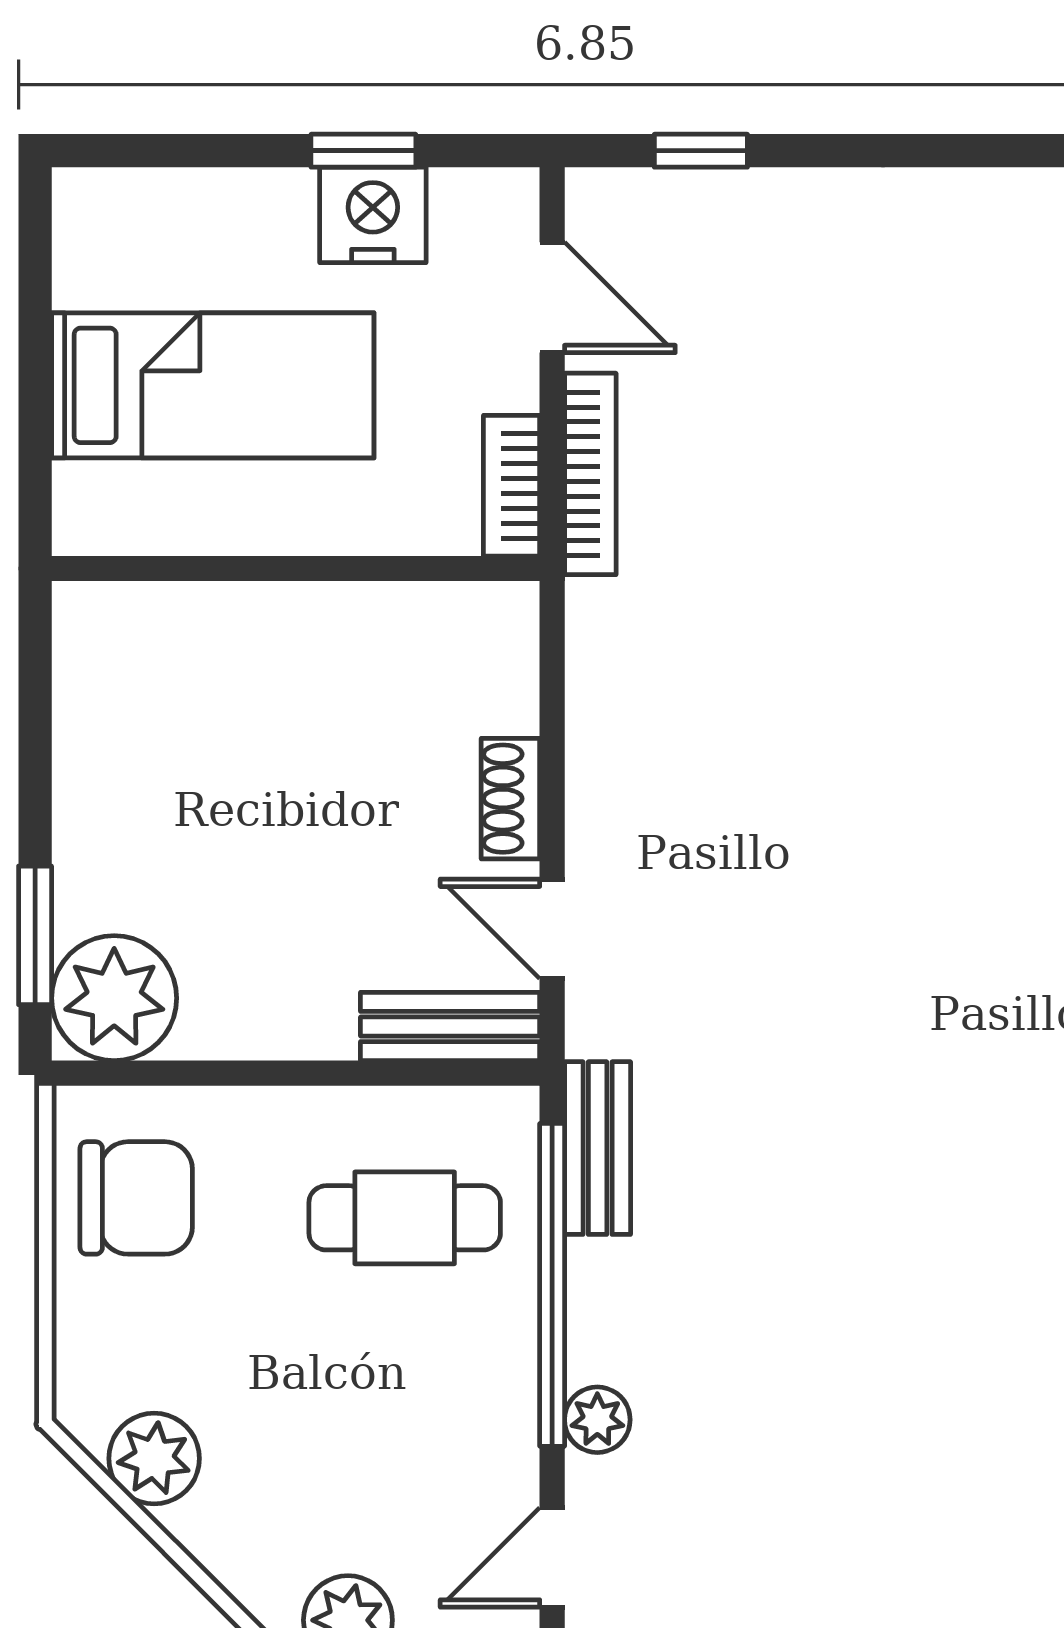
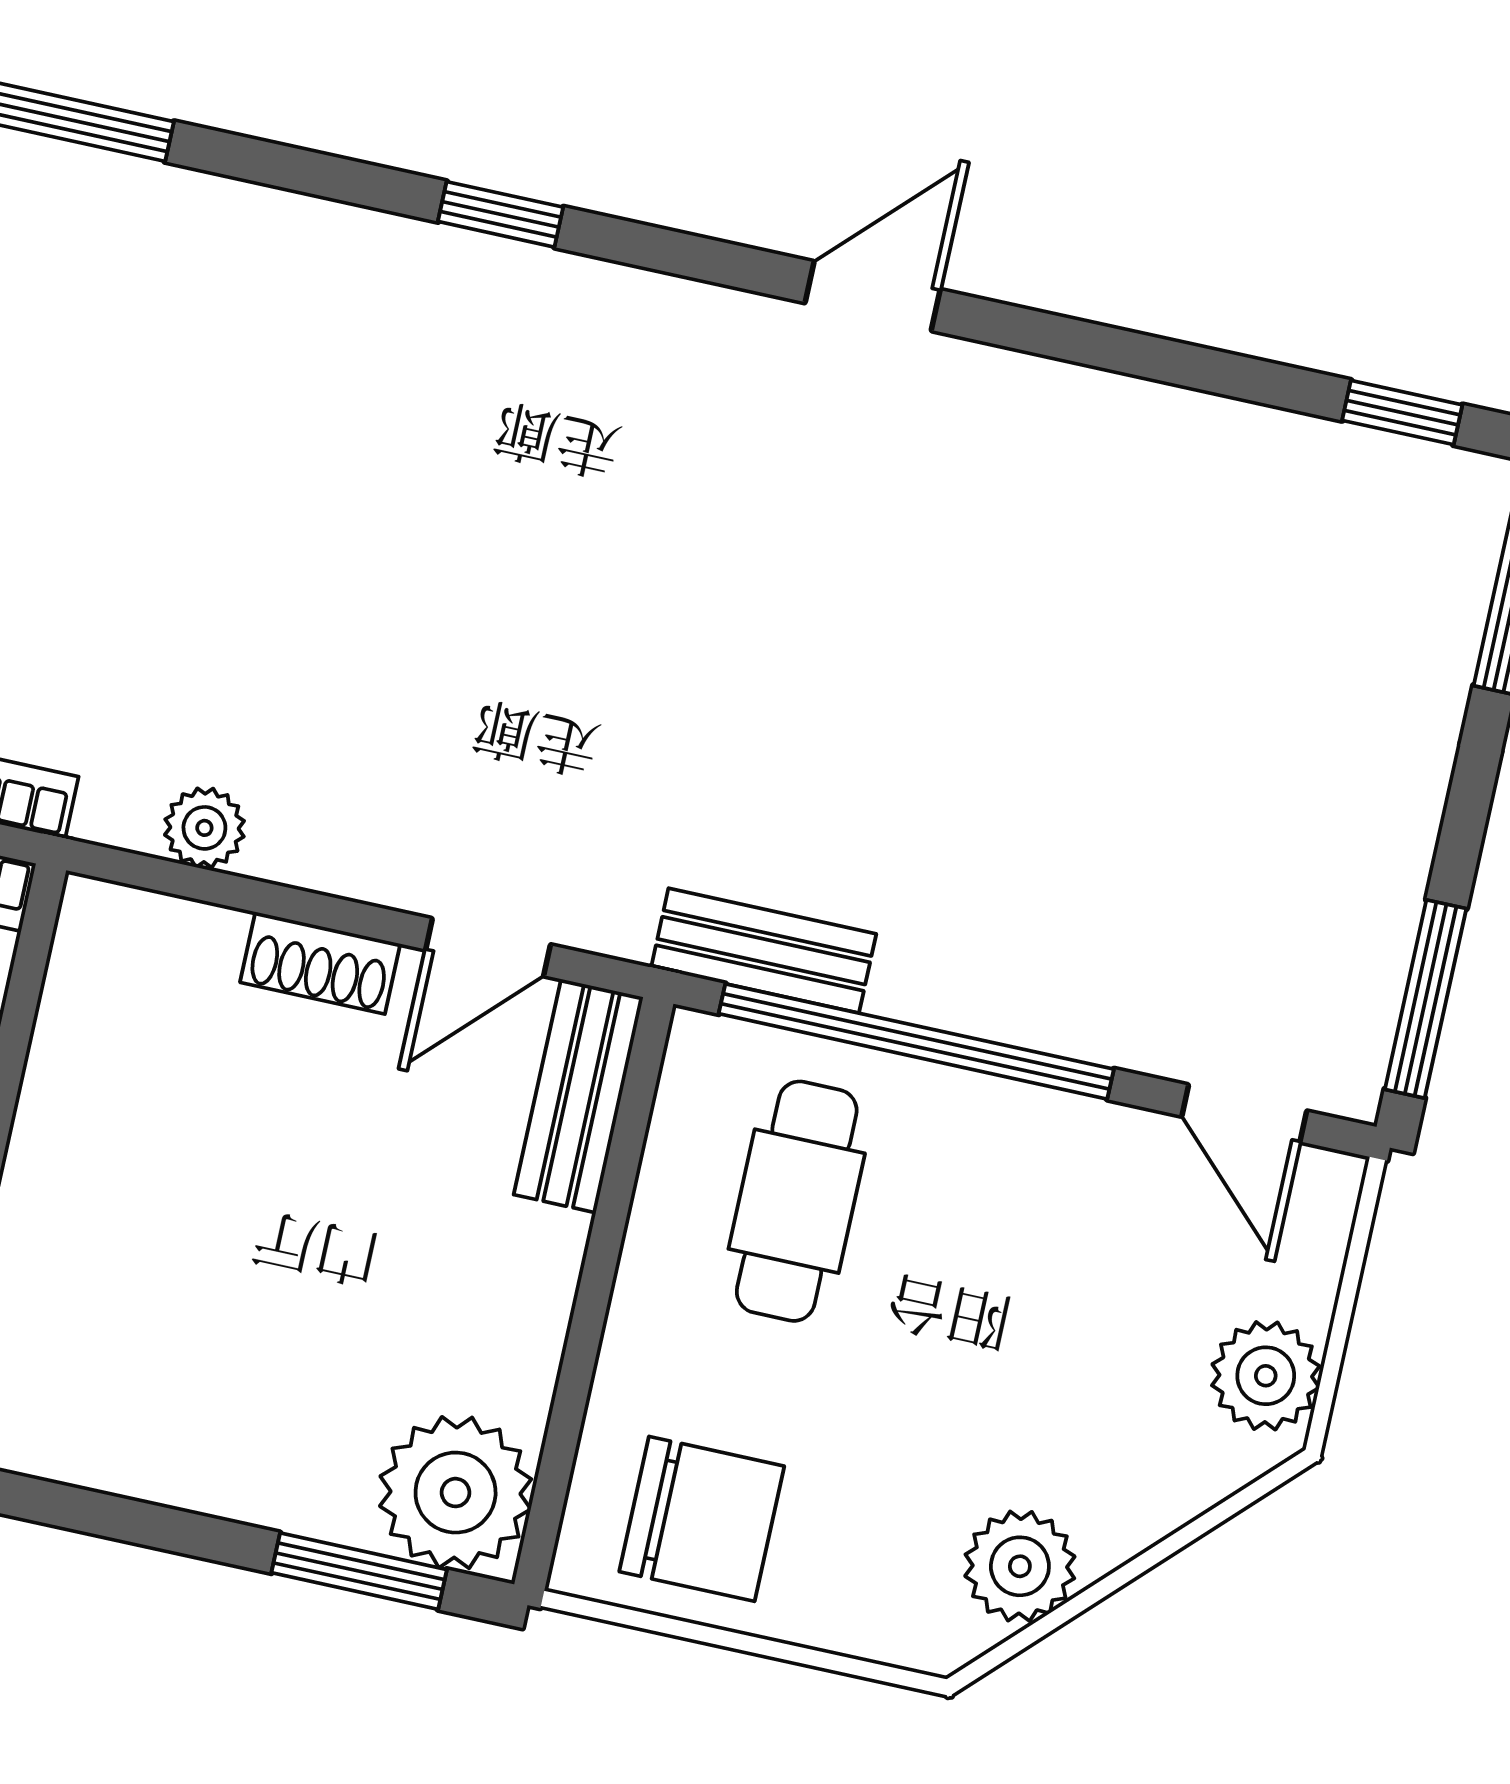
chair: (136, 1198) -> (702, 1519), turned 90
plant: (597, 1420) -> (204, 828), moved

